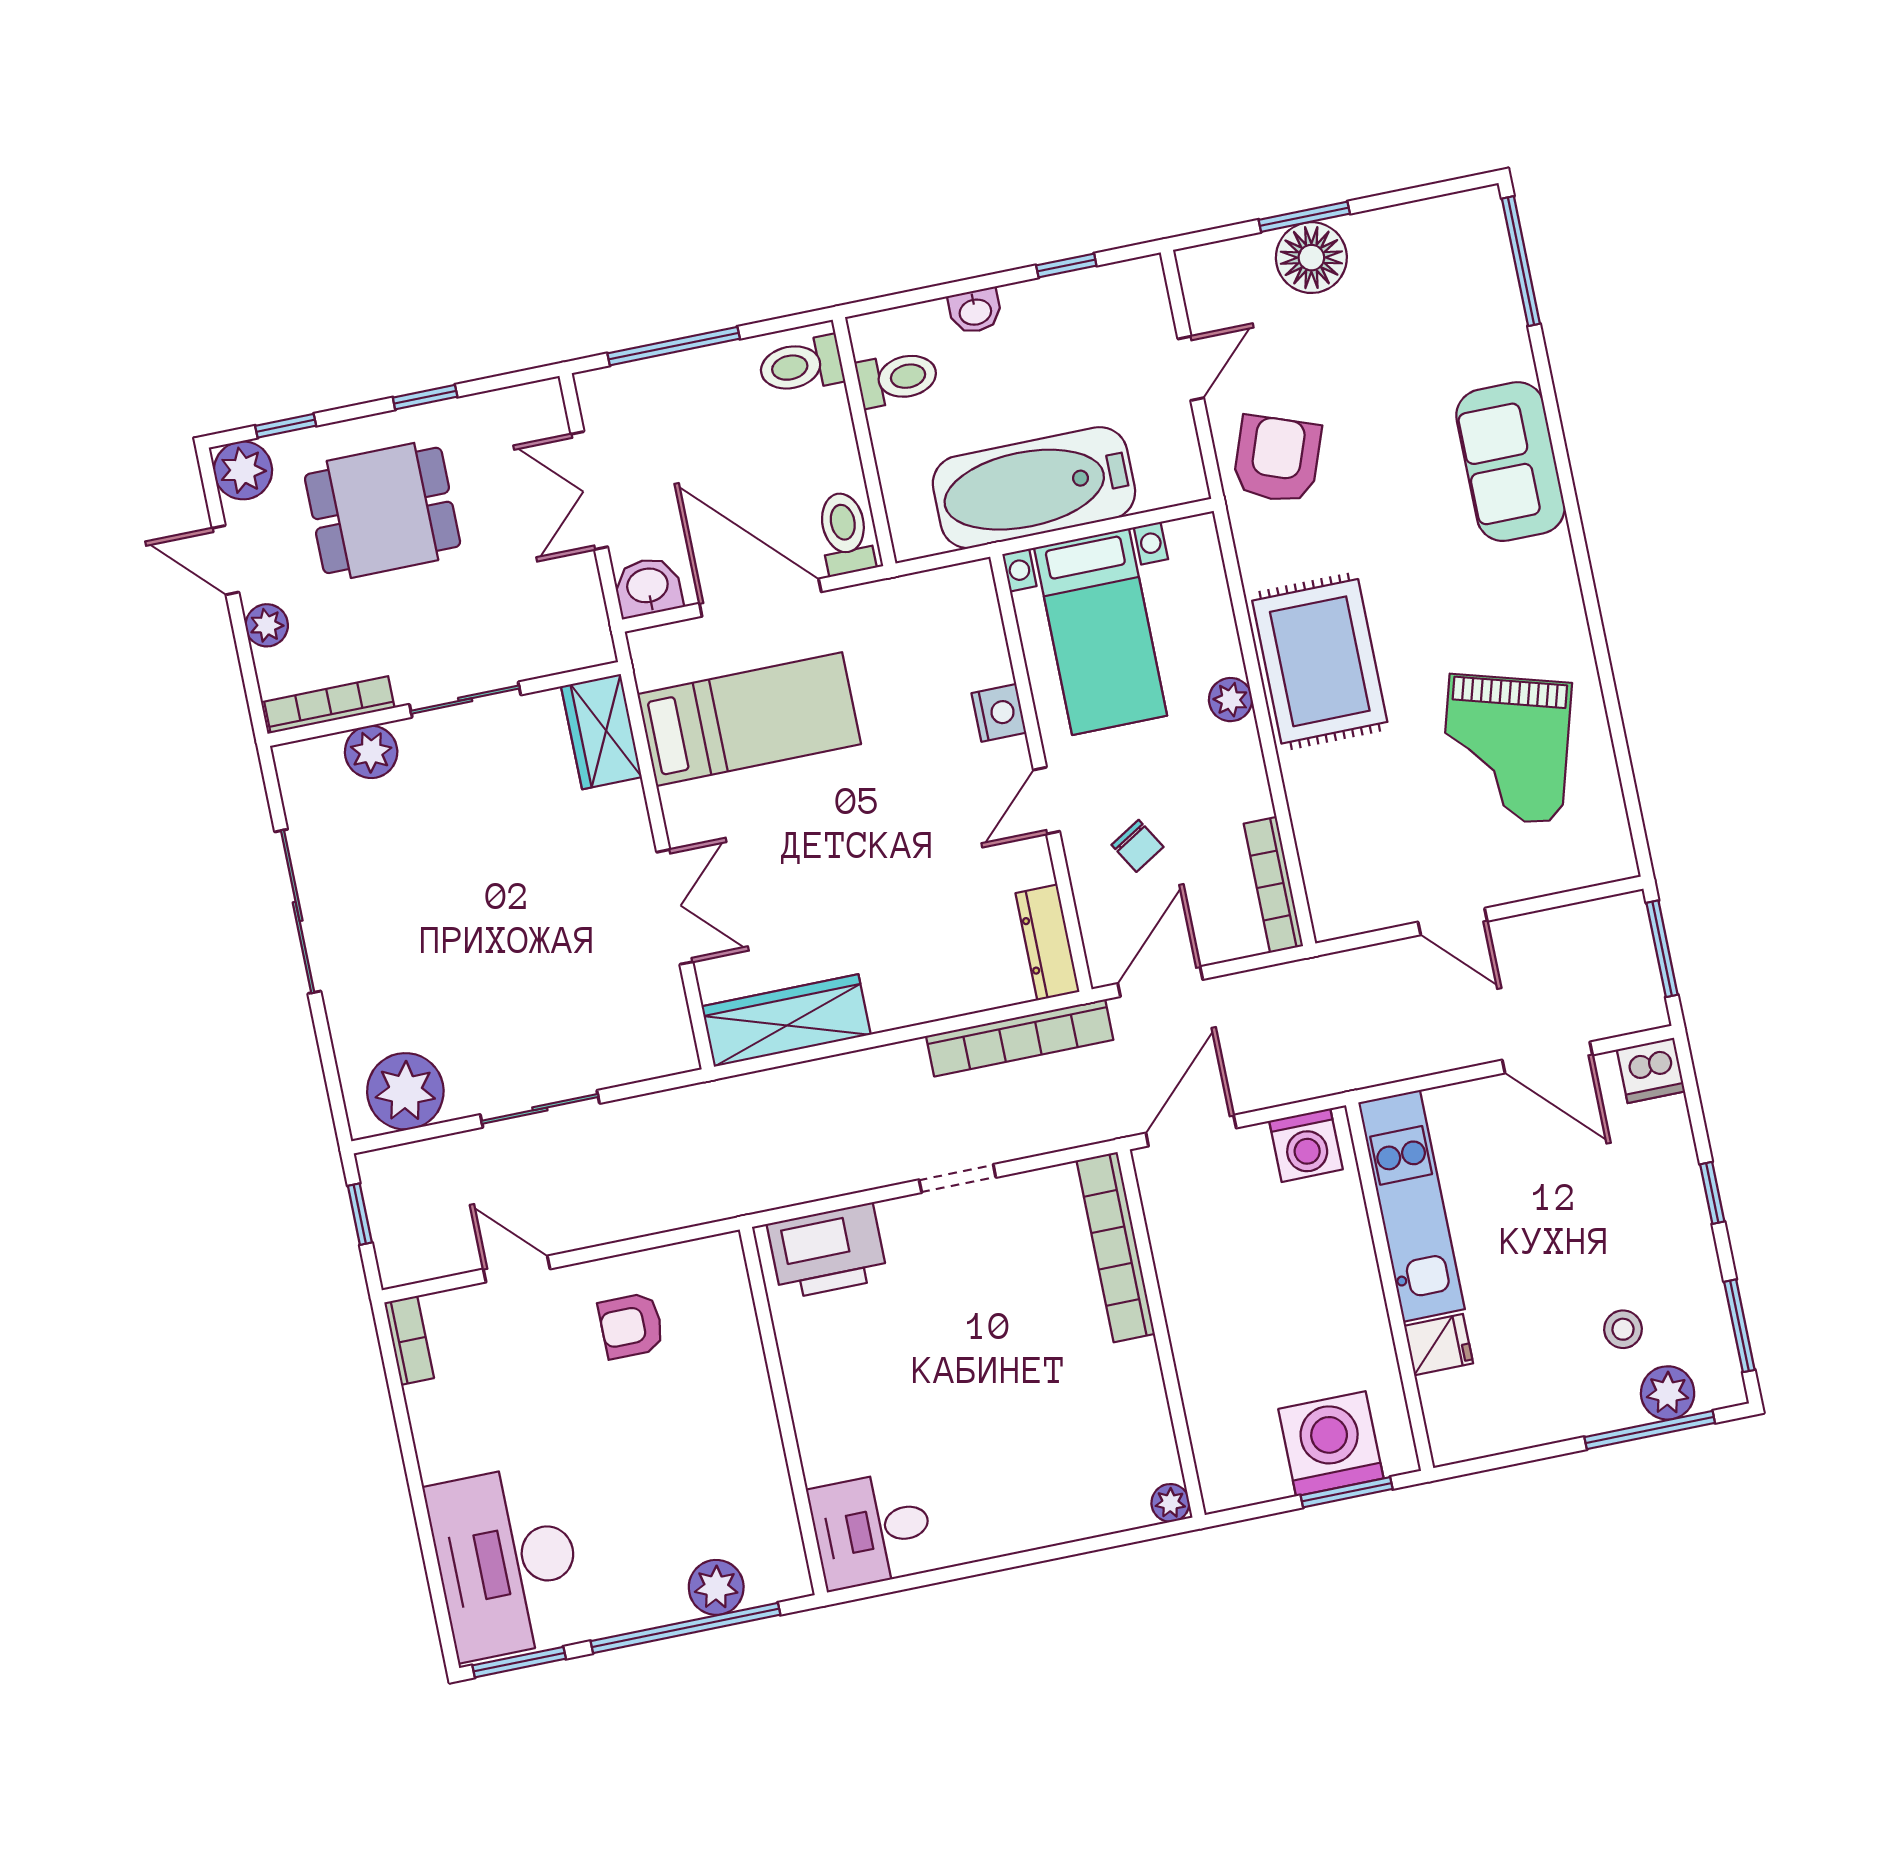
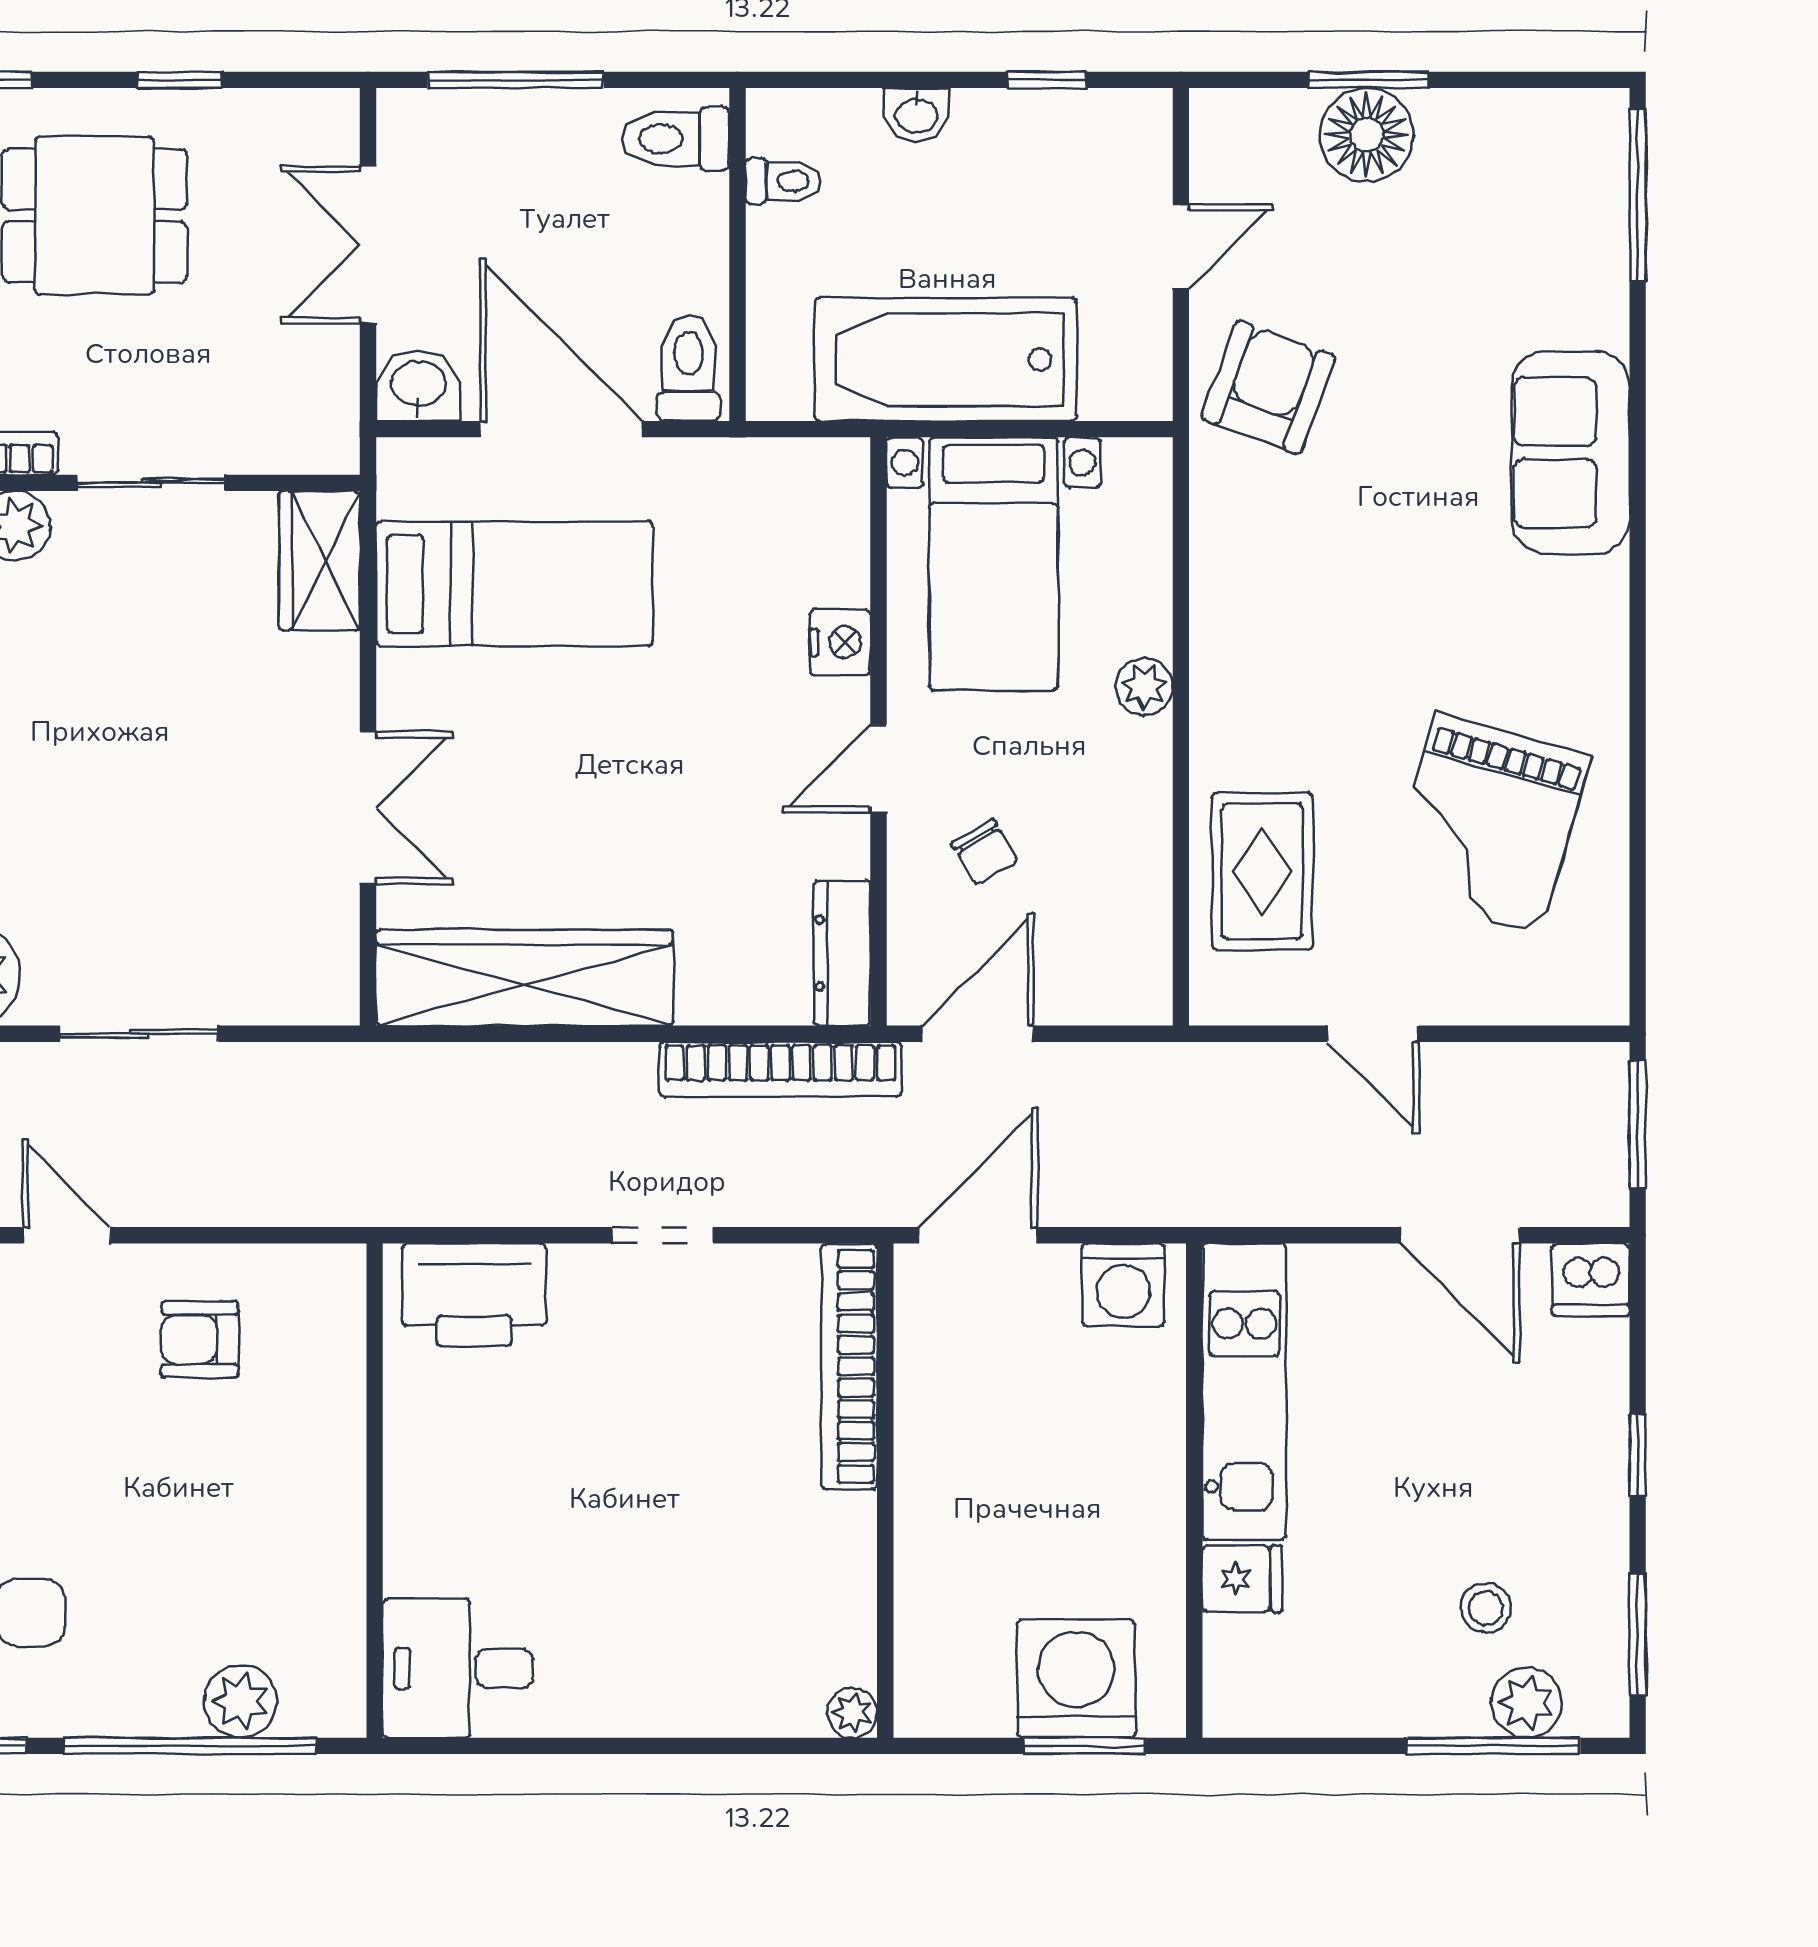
toilet: (897, 378) -> (783, 181), width x0.73, depth x0.72
rug: (1320, 661) -> (1262, 871), moved, width x0.73, depth x0.70
bookcase: (1273, 885) -> (1150, 938), removed
wardrobe: (786, 1021) -> (525, 978), width x1.40, depth x1.17

